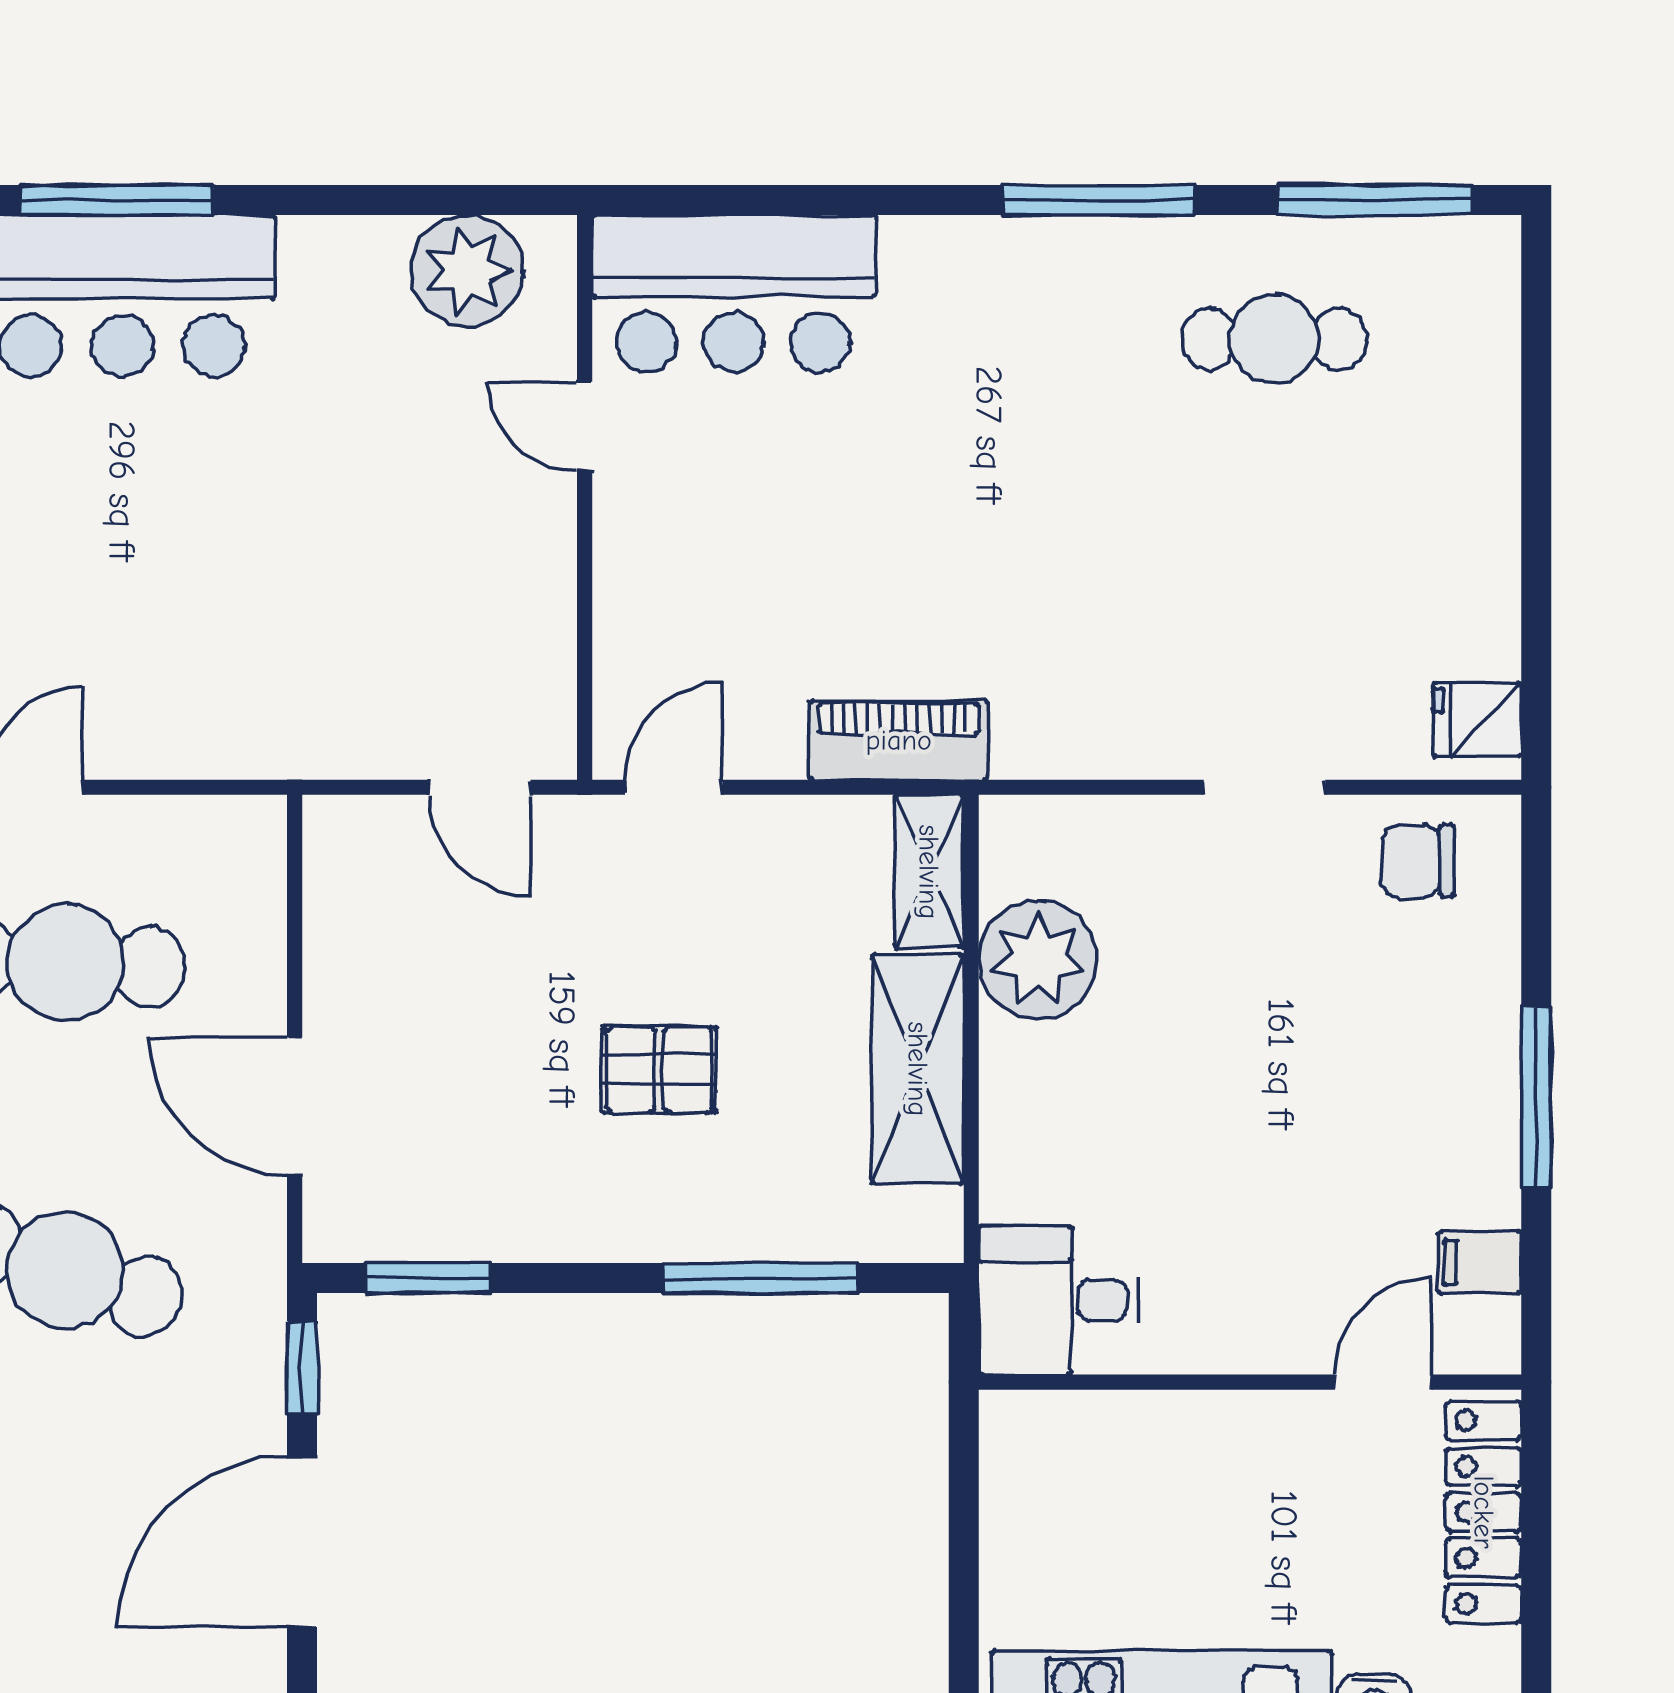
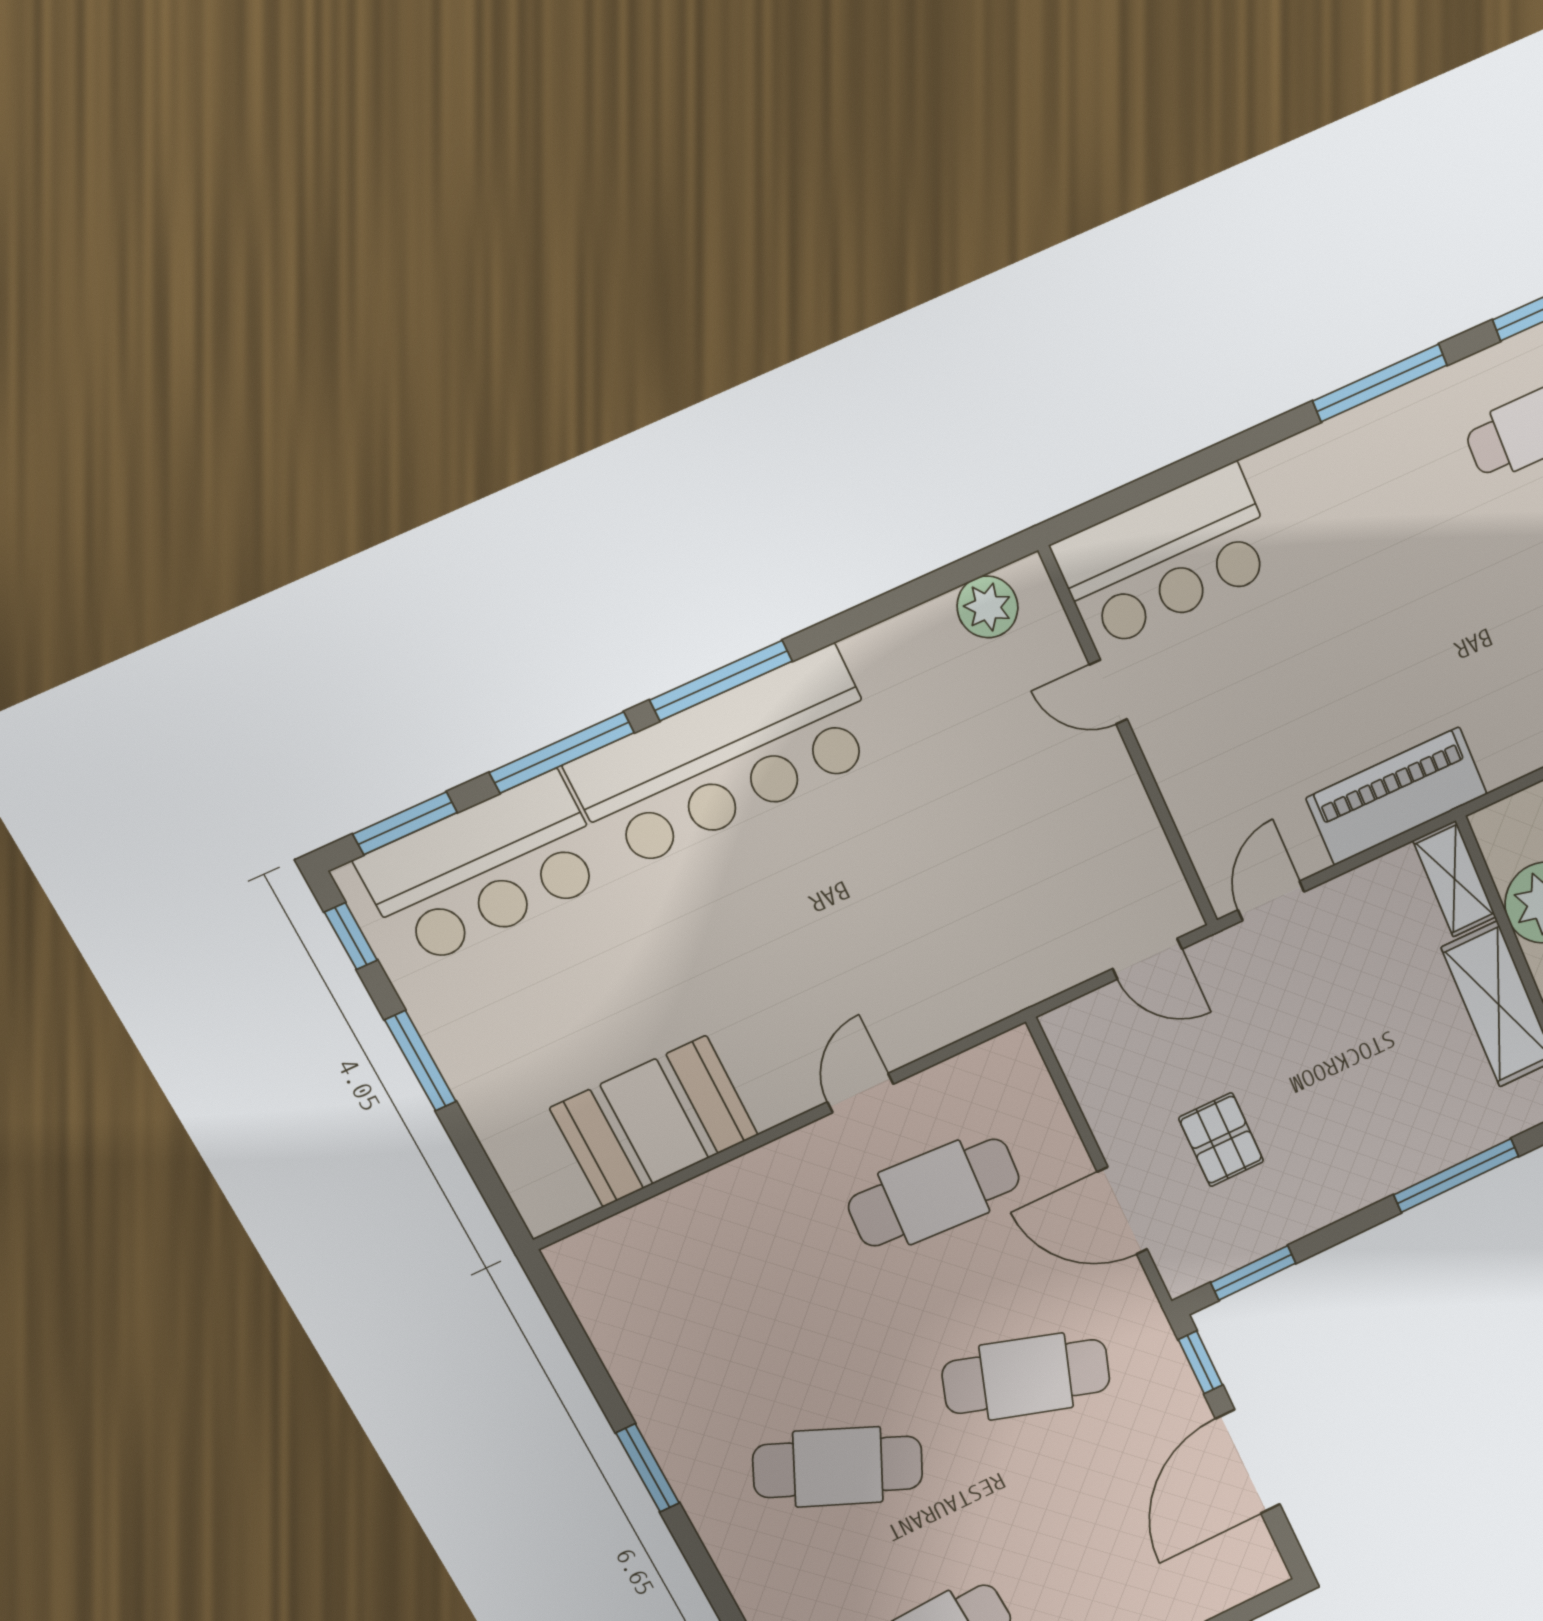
plant: (467, 271) -> (987, 607), width x0.73, depth x0.73
piano: (899, 740) -> (1397, 796), width x1.37, depth x1.33
pallet: (659, 1070) -> (1221, 1140), moved, turned 90

